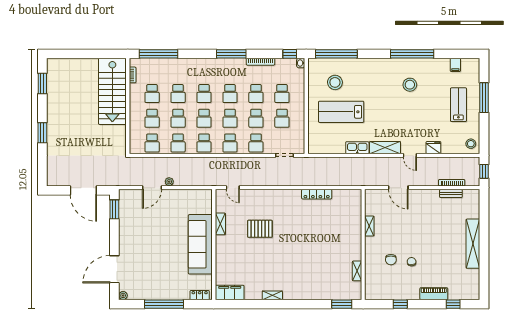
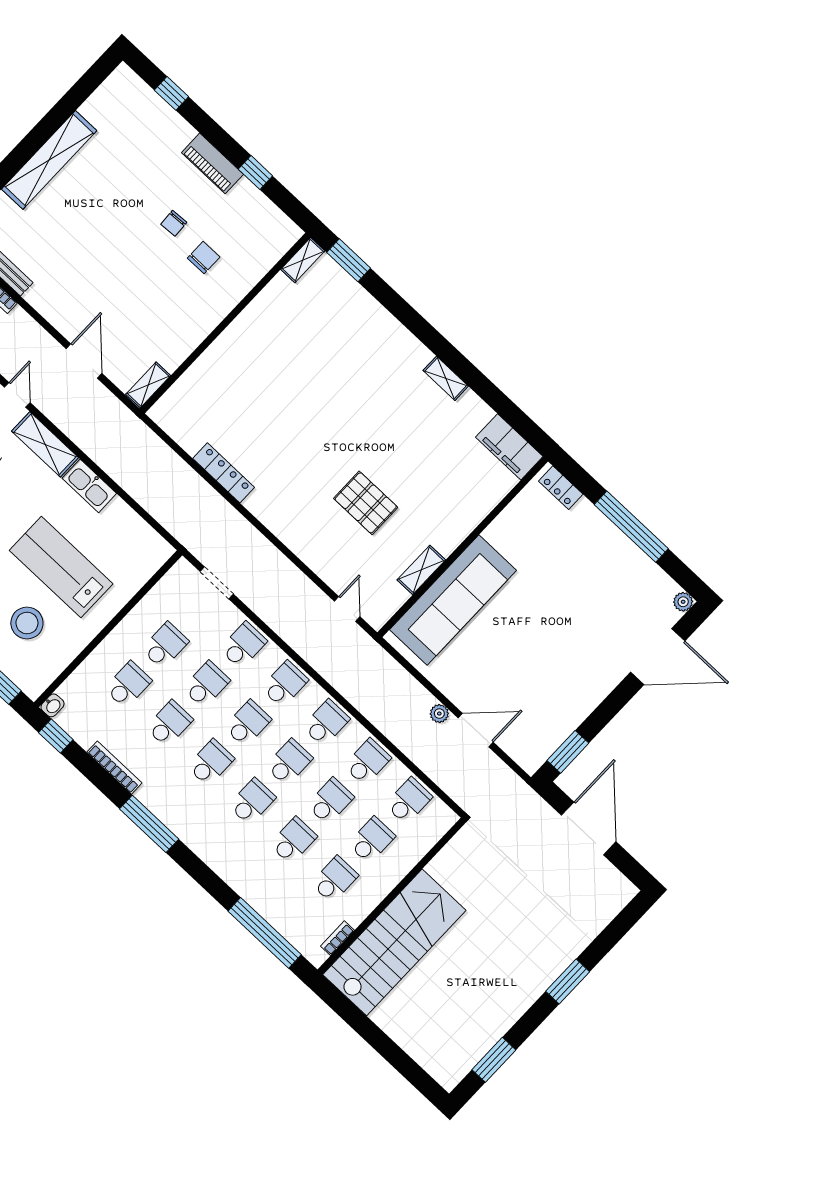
lab bench: (341, 112) -> (61, 567), turned 180
shelving: (369, 226) -> (148, 385), moved
sofa: (200, 244) -> (453, 600), moved
shelving: (357, 271) -> (303, 260), moved
piano: (434, 294) -> (212, 163), moved

